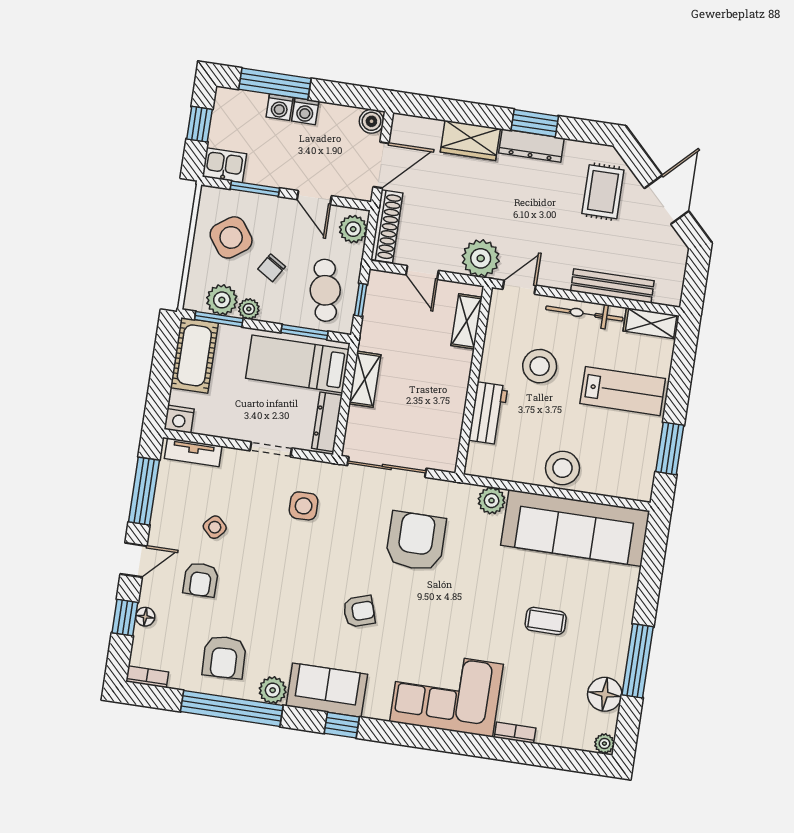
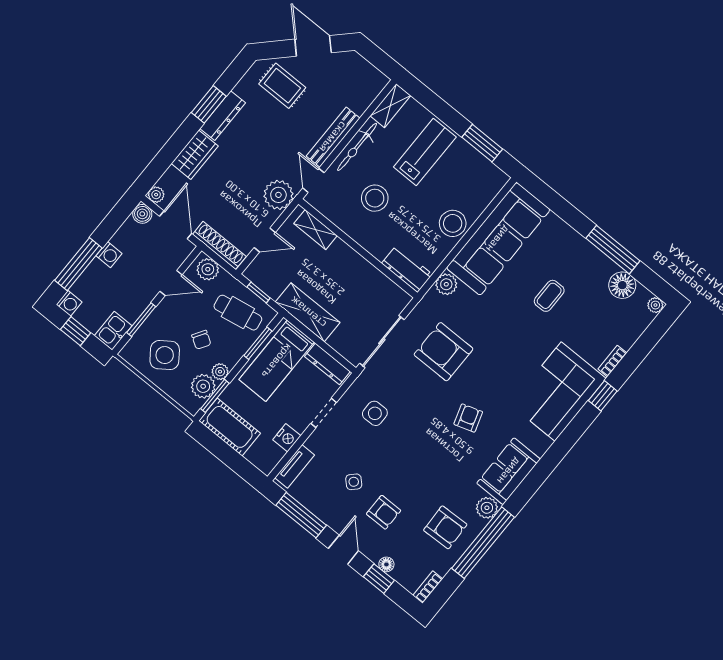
washing machine: (280, 107) -> (69, 303), moved
plant: (402, 124) -> (156, 195), added
bench: (612, 286) -> (333, 137), moved
shelving: (365, 379) -> (308, 312), width x1.50, depth x1.33
workbench: (488, 413) -> (407, 269), moved
nightstand: (179, 419) -> (287, 438), moved
window: (342, 725) -> (603, 396), moved

